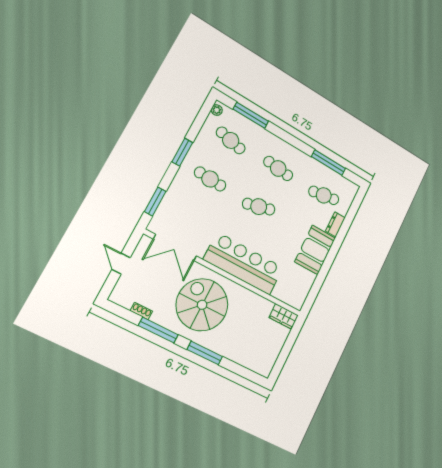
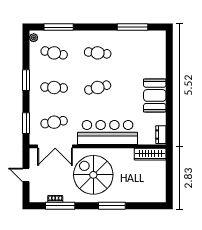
cafe table: (324, 195) -> (54, 122), moved
dresser: (335, 224) -> (161, 135), moved
wardrobe: (284, 316) -> (150, 154), width x1.50
window: (158, 330) -> (60, 206), moved

